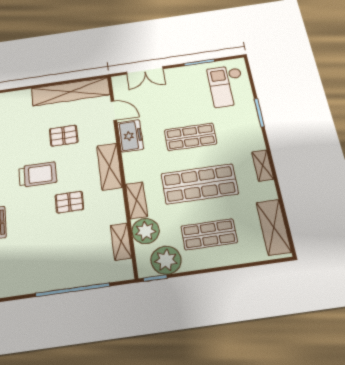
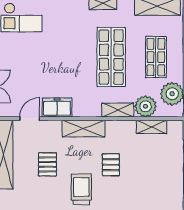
shop shelf: (191, 137) -> (67, 57), removed

